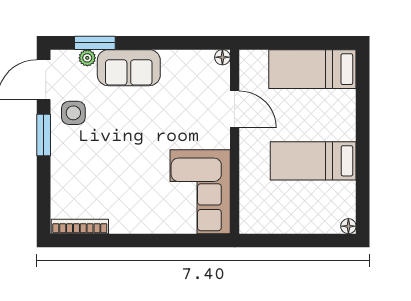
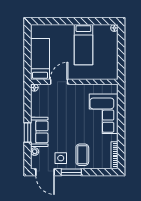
window: (95, 43) -> (28, 132), moved
bed: (312, 69) -> (40, 59), moved, turned 180
coffee table: (80, 158) -> (82, 155), added
corner sofa: (200, 192) -> (104, 114), moved, turned 90

